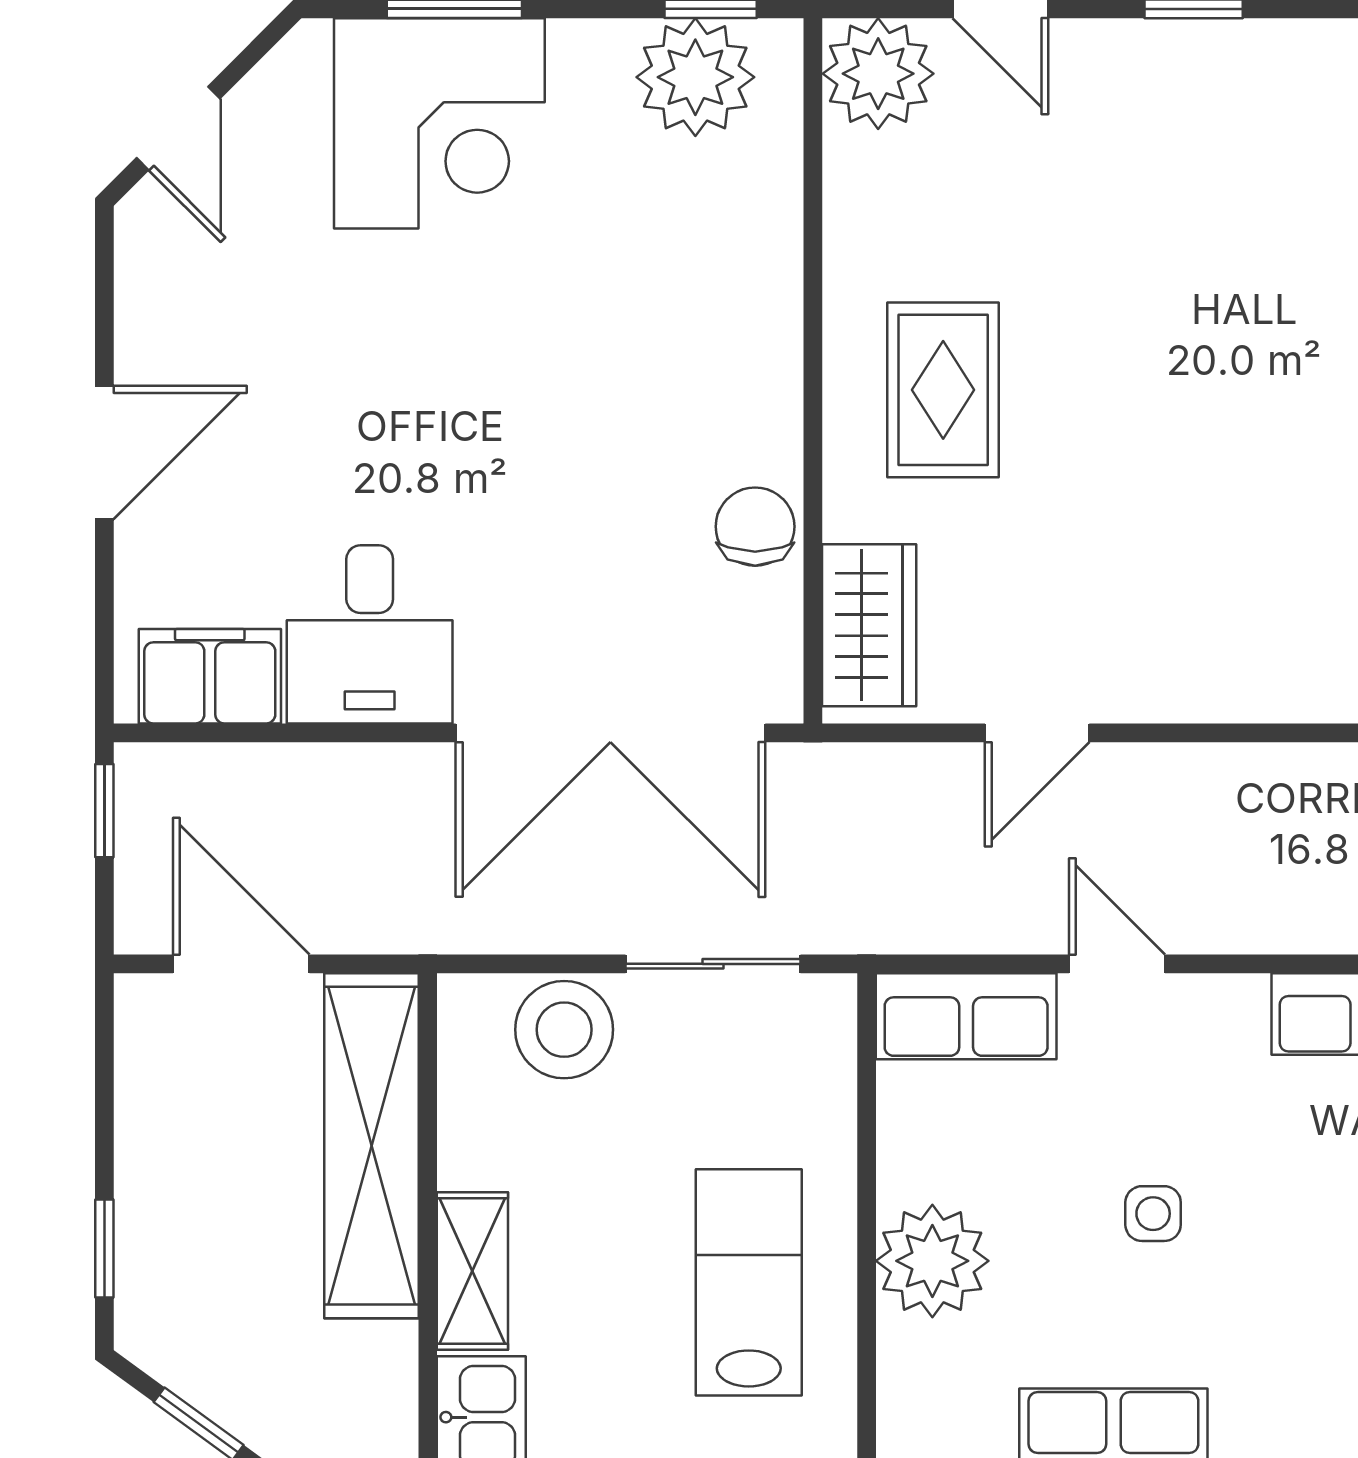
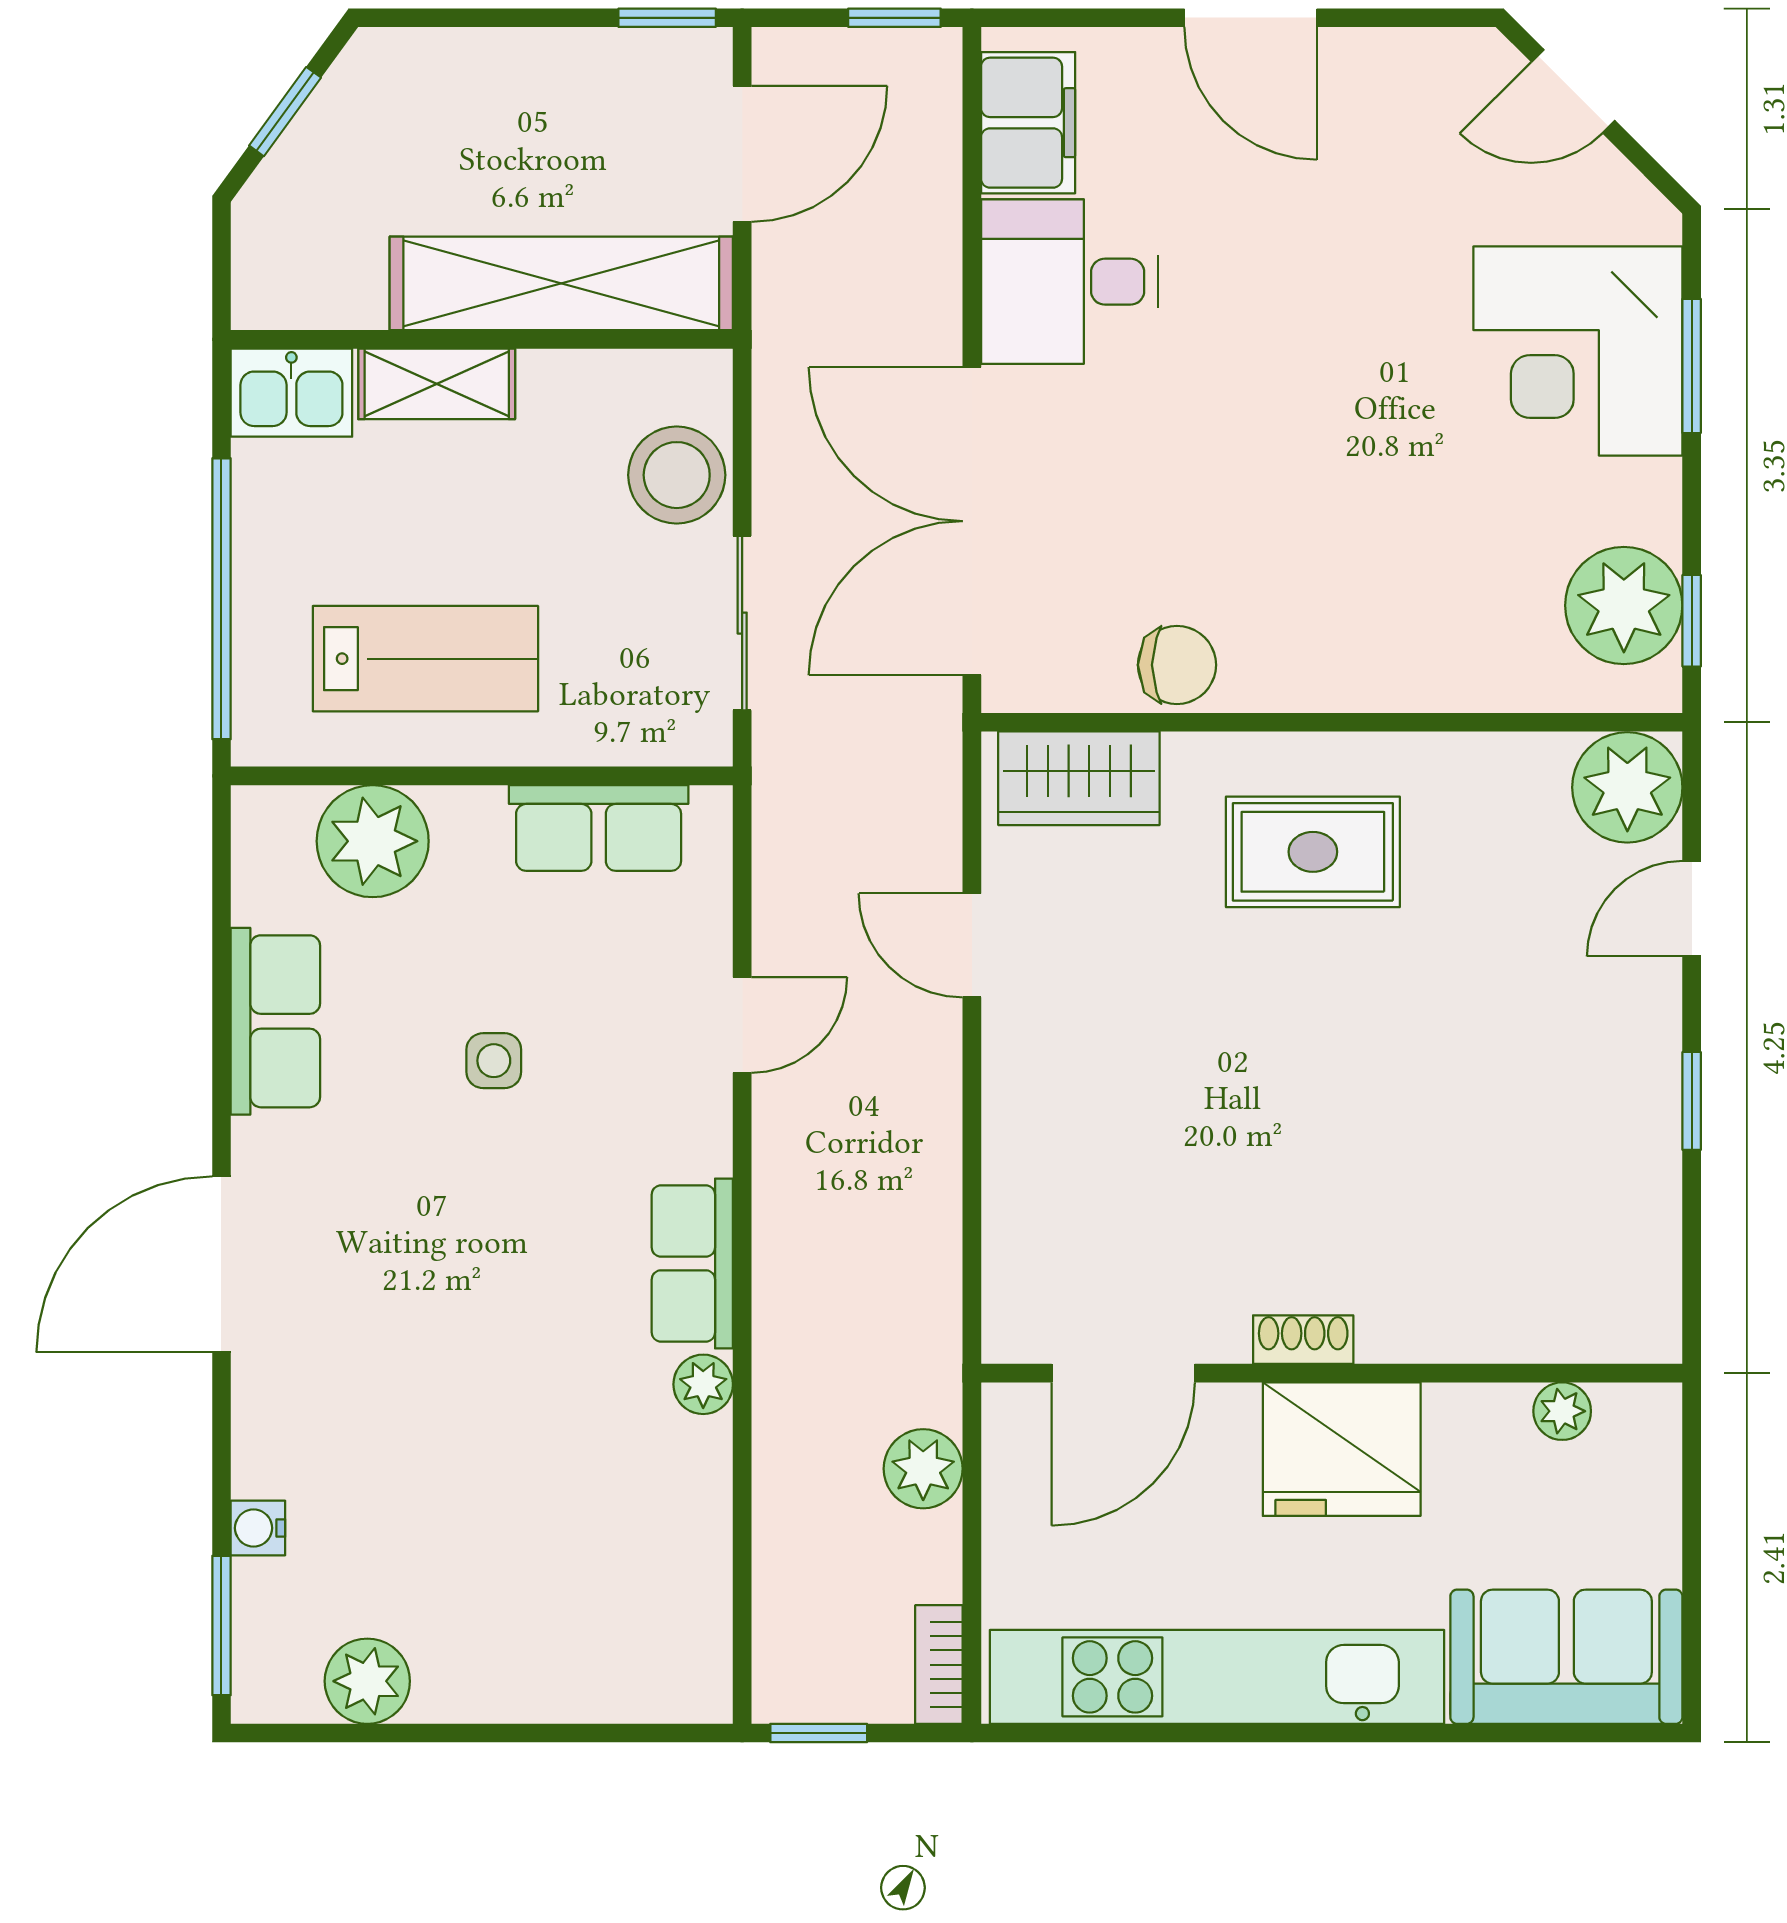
row of seats: (966, 1016) -> (599, 828), moved, turned -90
window: (104, 1249) -> (667, 18), moved
plant: (932, 1261) -> (373, 841), moved

